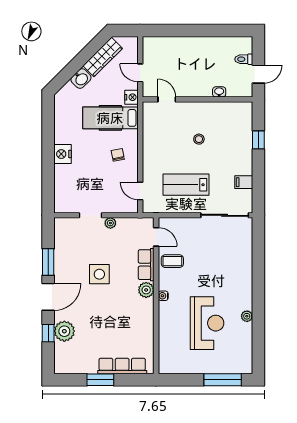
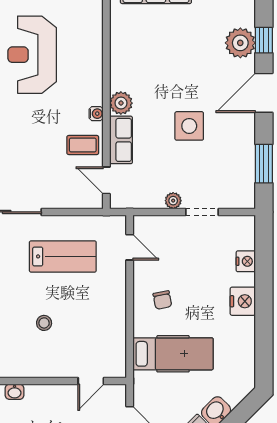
nightstand: (131, 97) -> (246, 261), moved, turned 180
door: (167, 99) -> (91, 381), hinge flipped
window: (48, 262) -> (264, 164), moved
water cooler: (163, 296) -> (96, 114), moved

